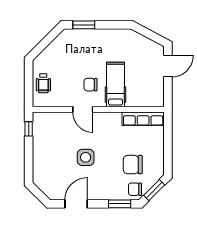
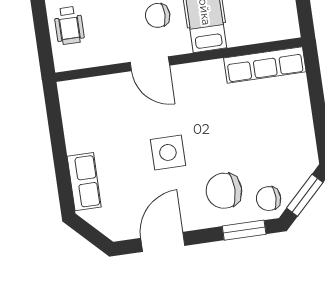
window: (29, 129) -> (54, 115), removed
chair: (133, 165) -> (224, 191), moved
row of seats: (39, 166) -> (84, 182), added

